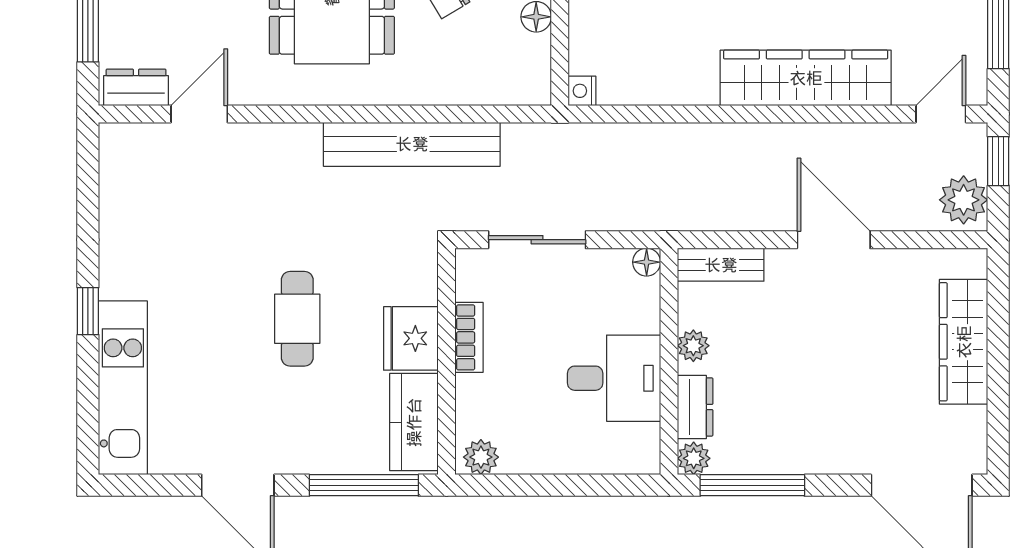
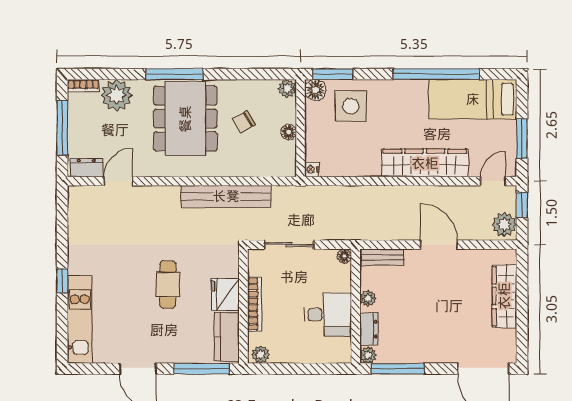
bookcase: (469, 337) -> (255, 304), width x1.56

